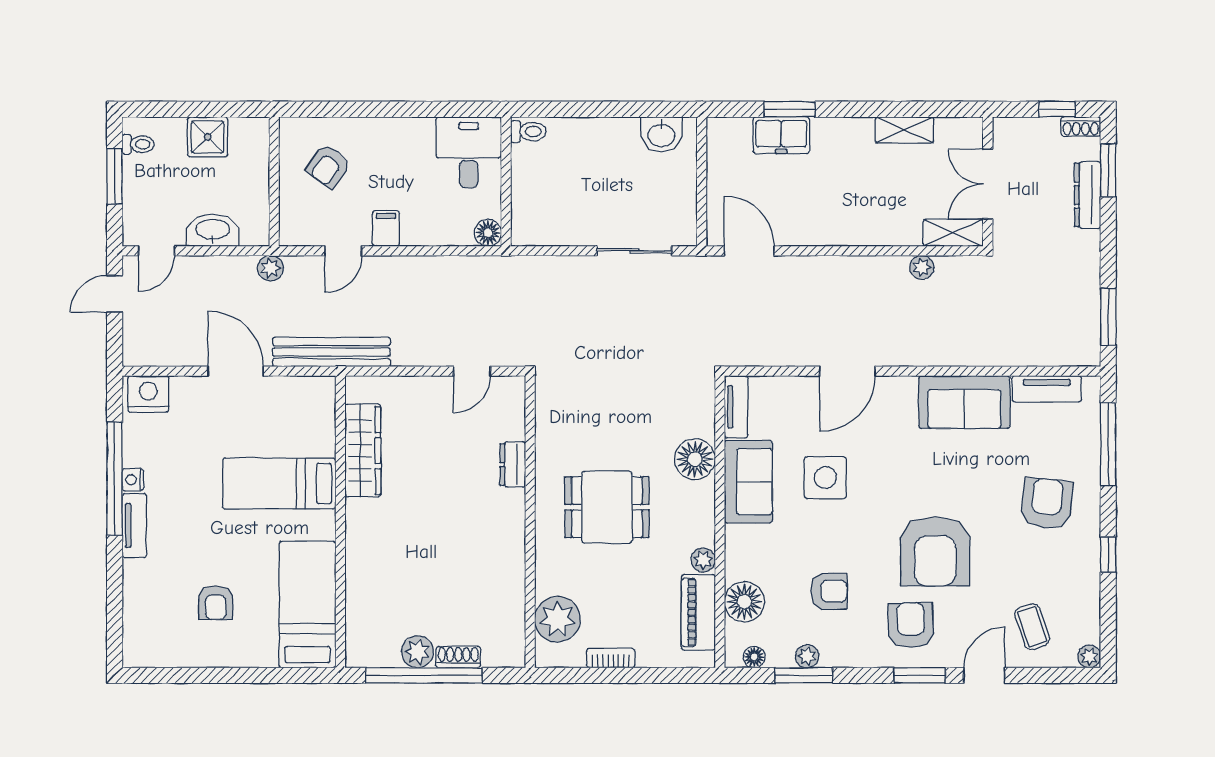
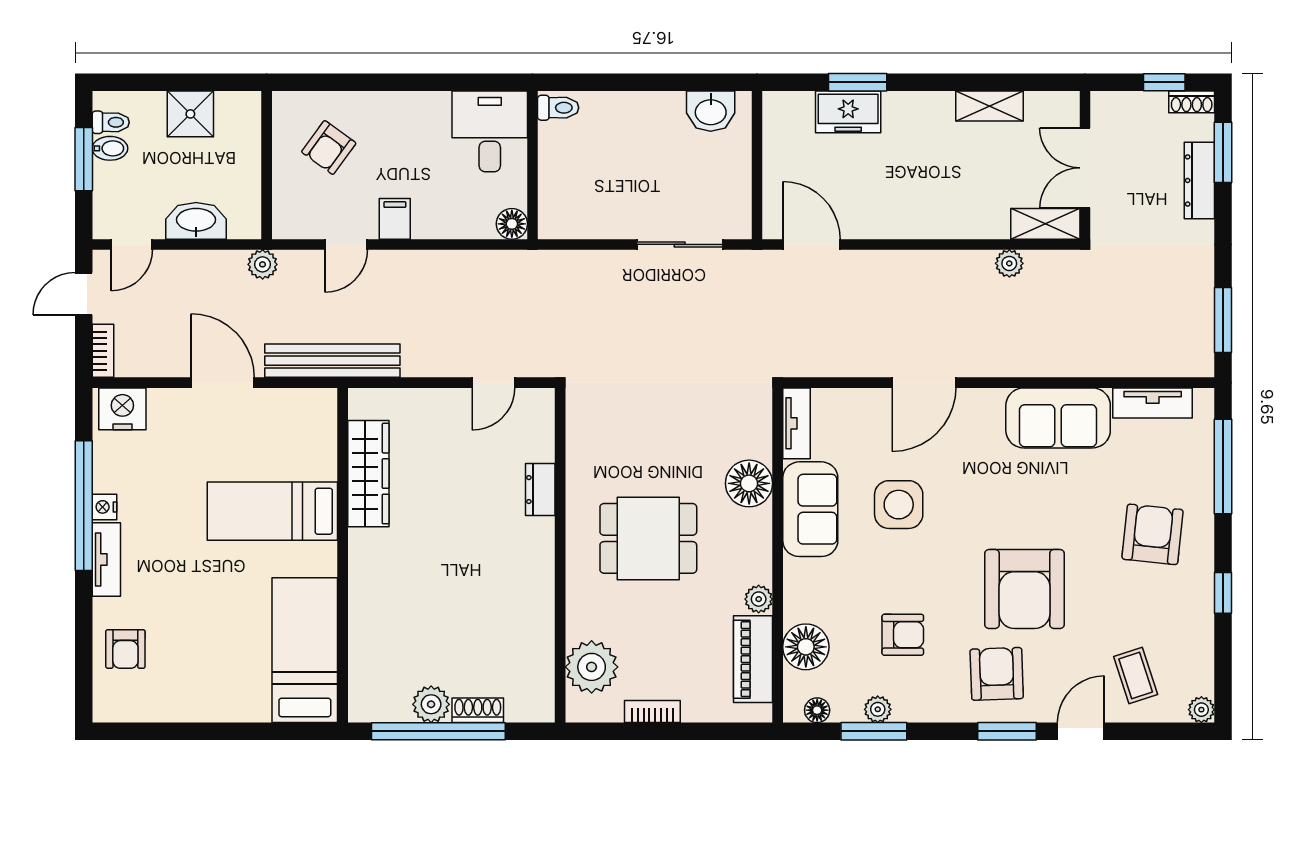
bidet: (138, 167) -> (110, 148), added
bookcase: (131, 344) -> (103, 351), added
armchair: (216, 603) -> (125, 649), moved

